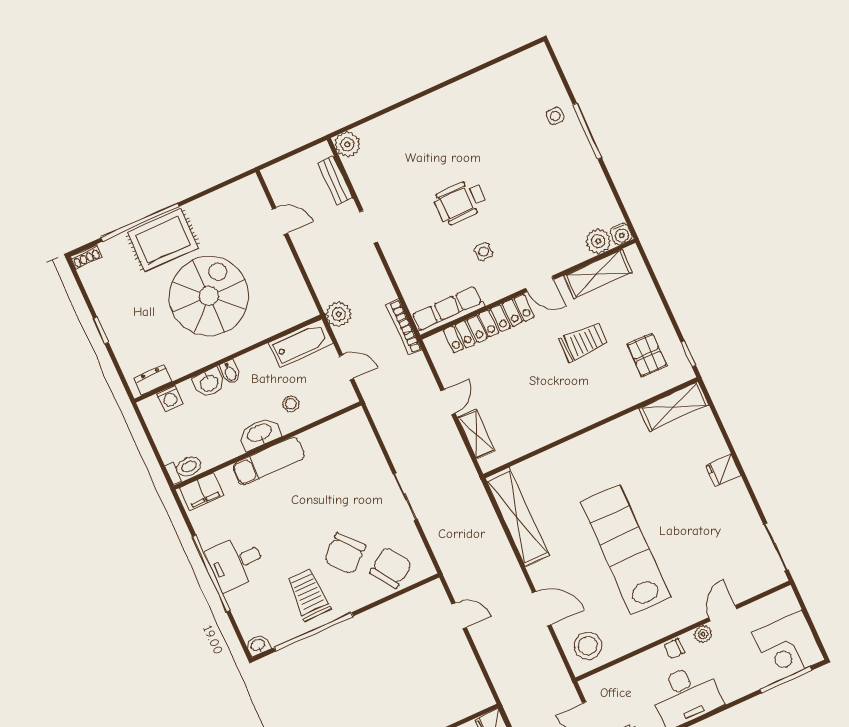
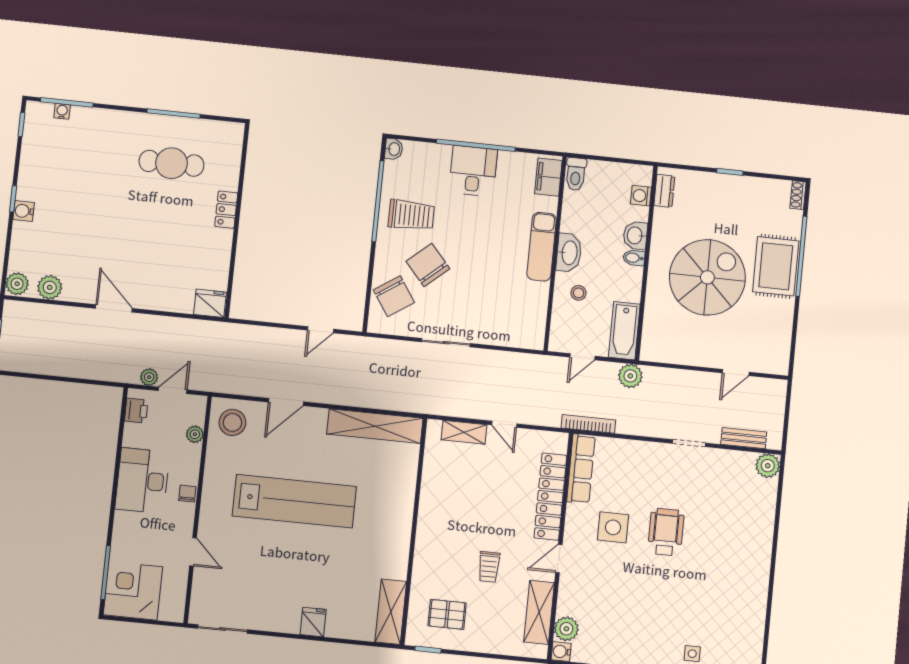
side table: (484, 252) -> (613, 527), width x1.87, depth x1.87
spiral stairs: (209, 296) -> (707, 277), turned -90
trolley: (583, 342) -> (489, 567), width x0.73, depth x0.72
plant: (703, 634) -> (195, 434), moved

